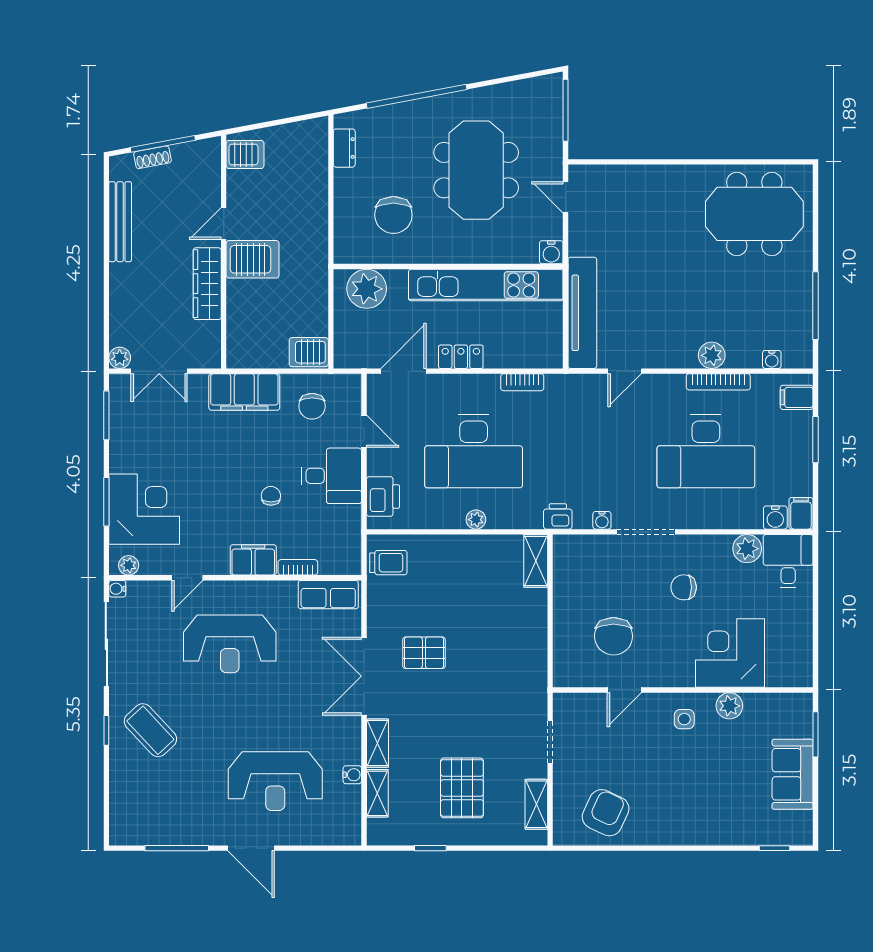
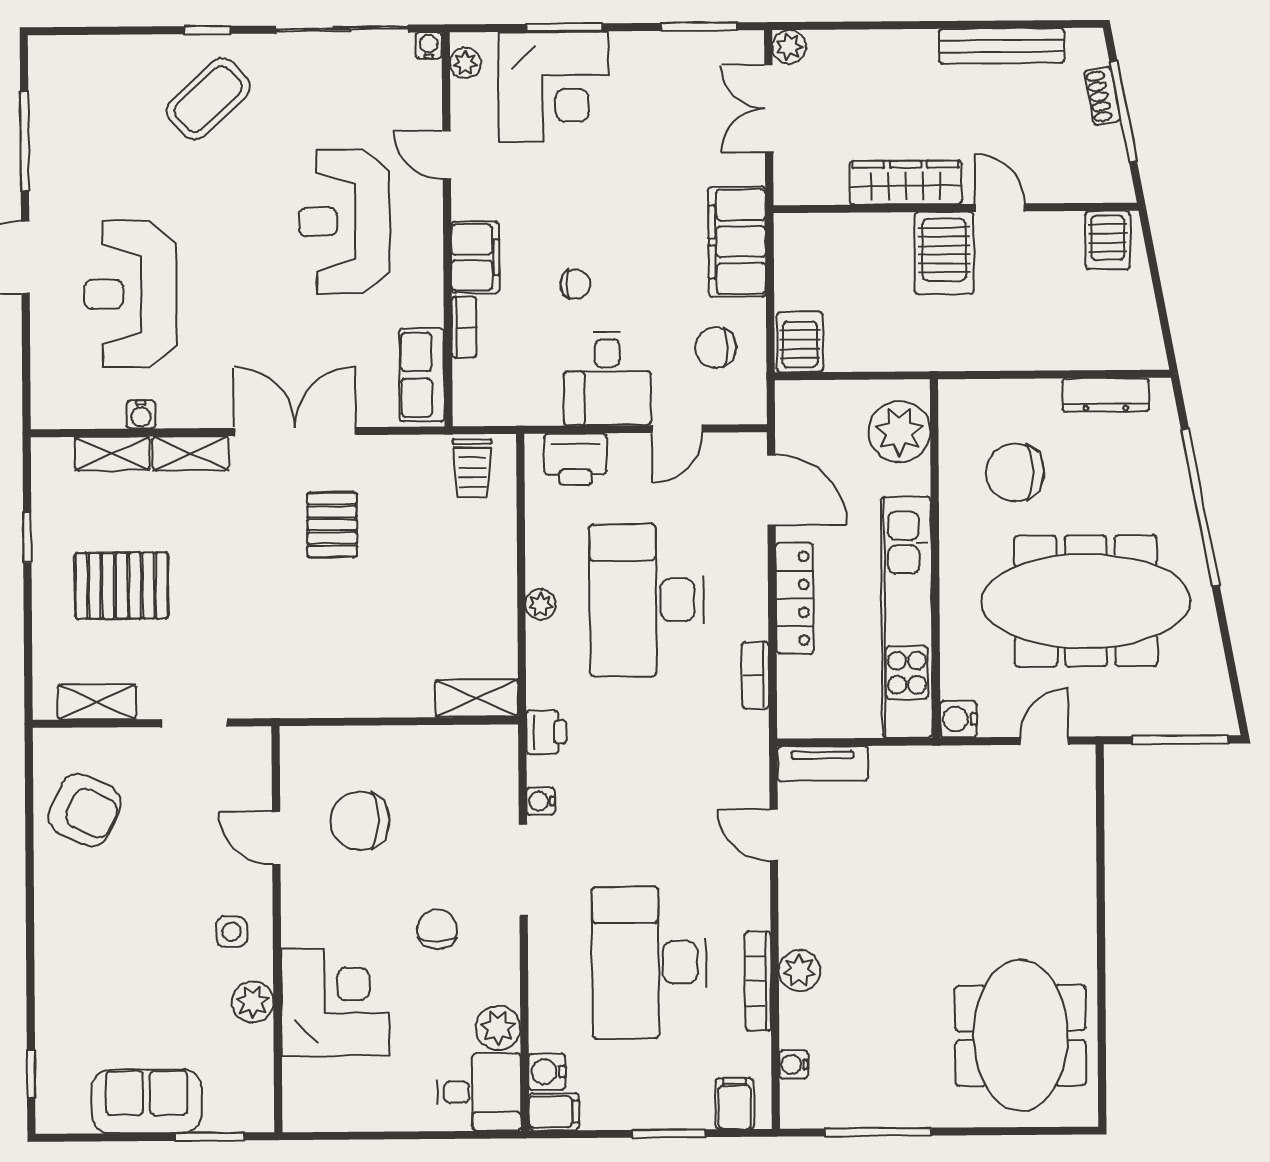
dresser: (344, 148) -> (1106, 395), width x1.44
meeting table: (476, 170) -> (1086, 601), width x1.36
tv unit: (582, 313) -> (823, 764), width x0.52, depth x0.78
locker: (461, 357) -> (795, 598), width x1.53

